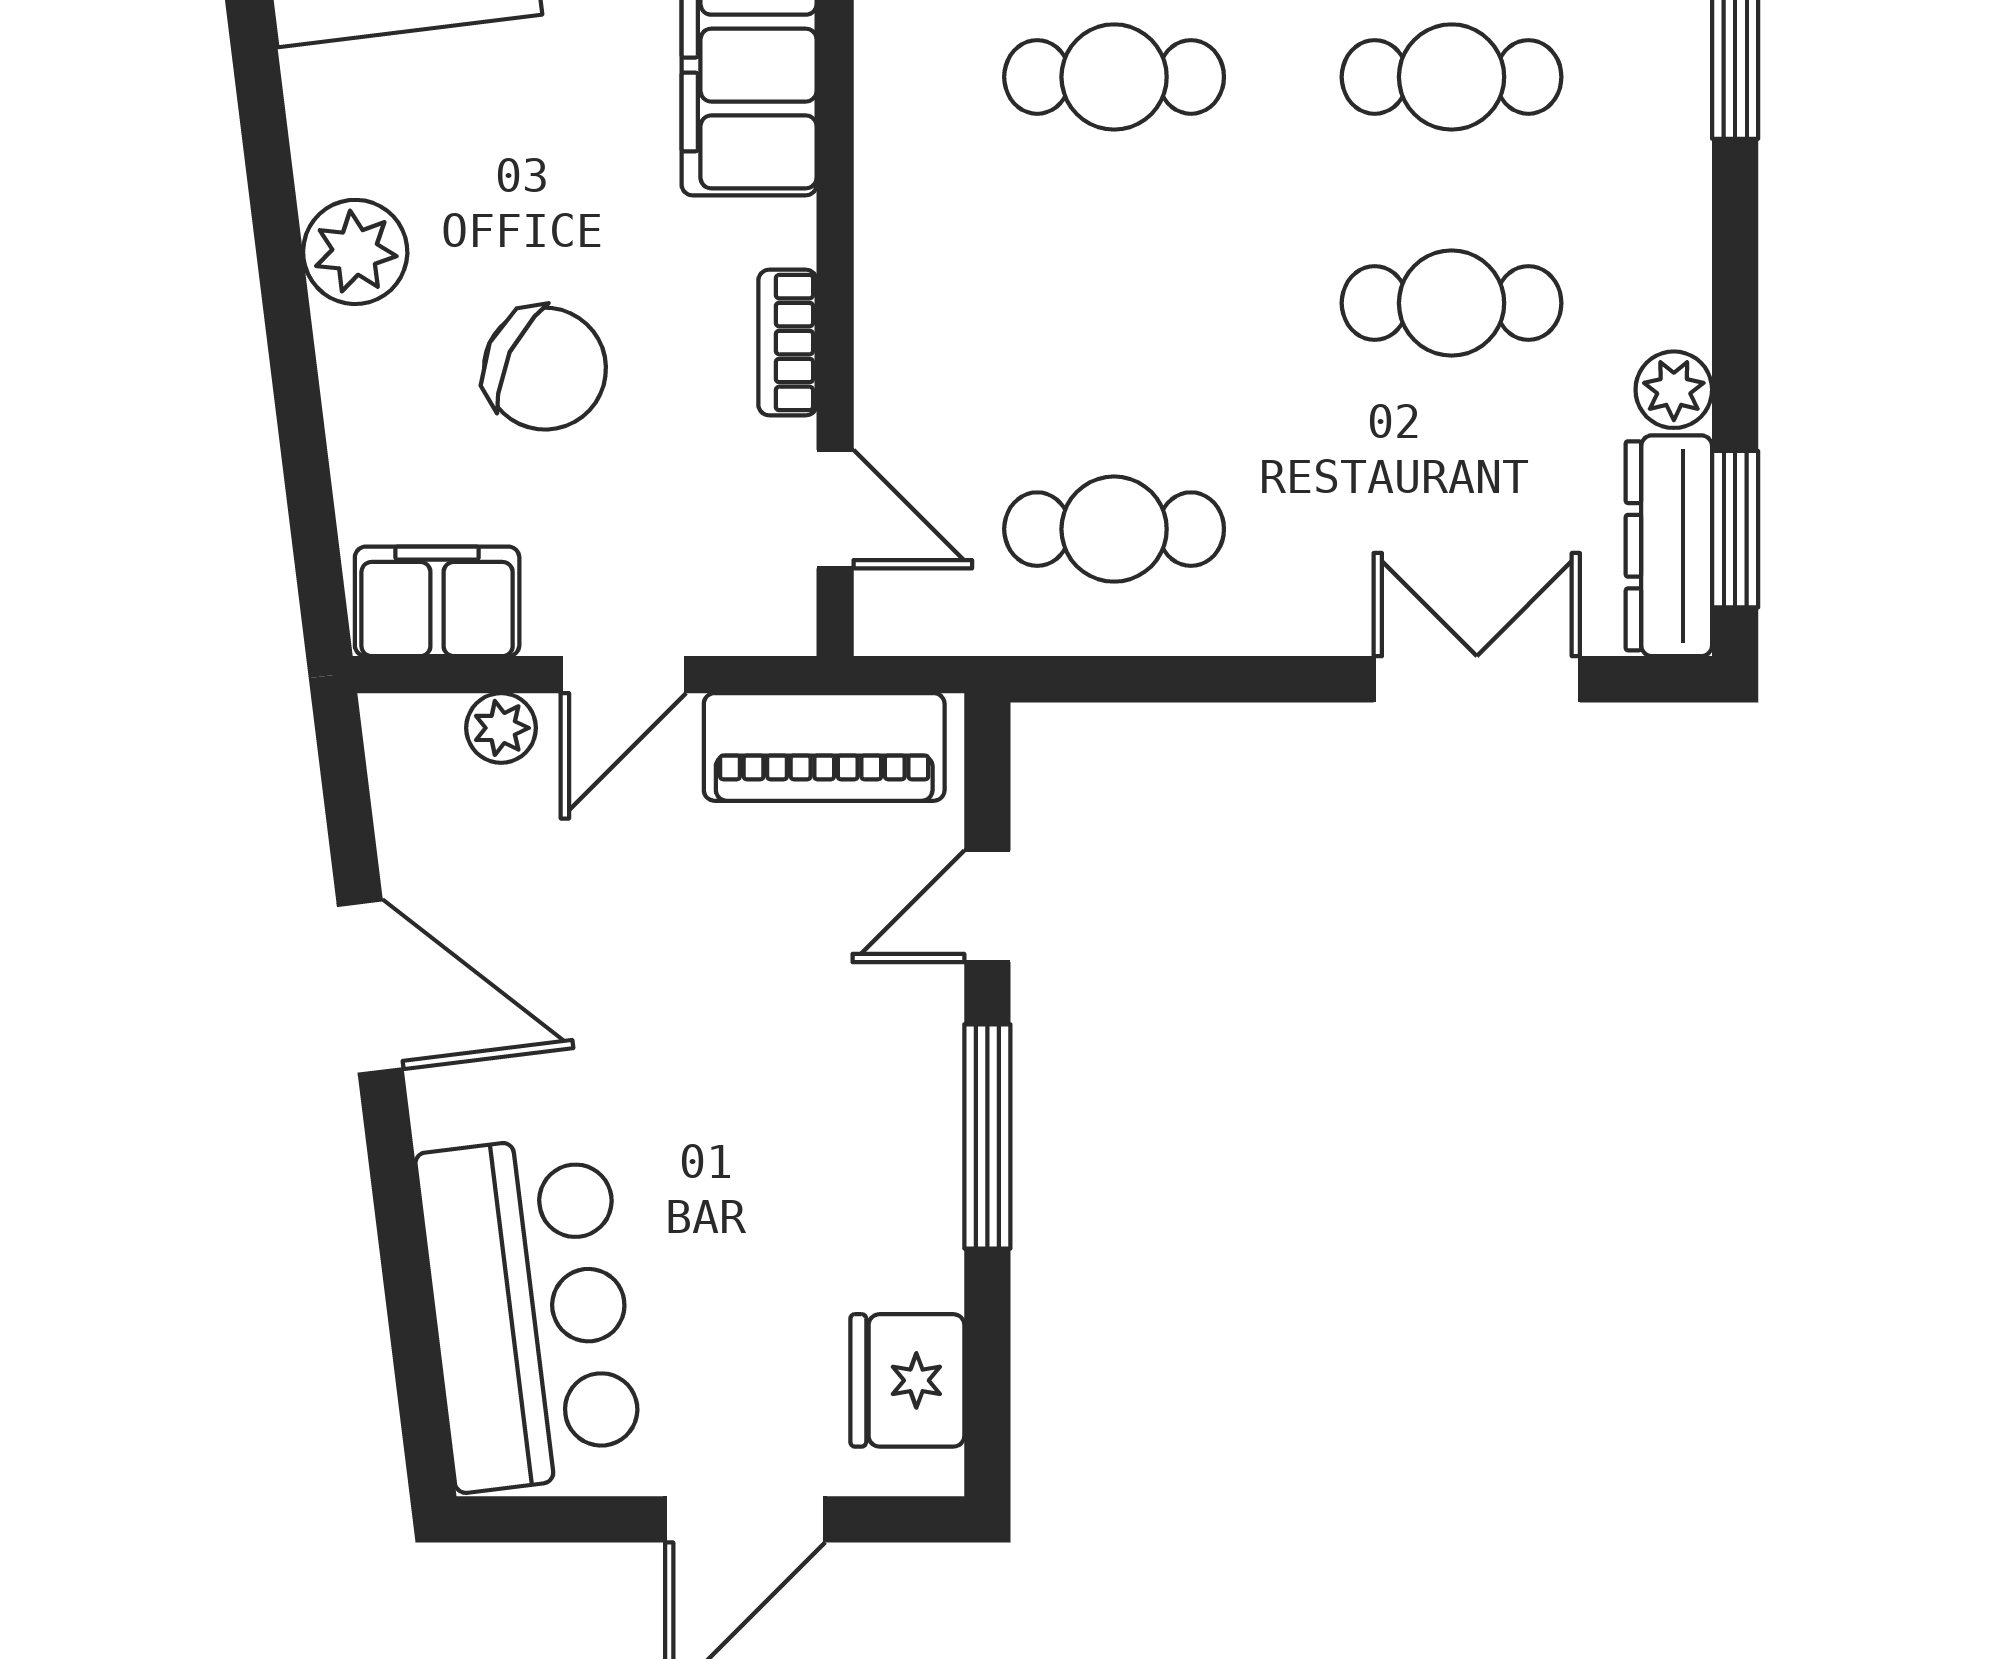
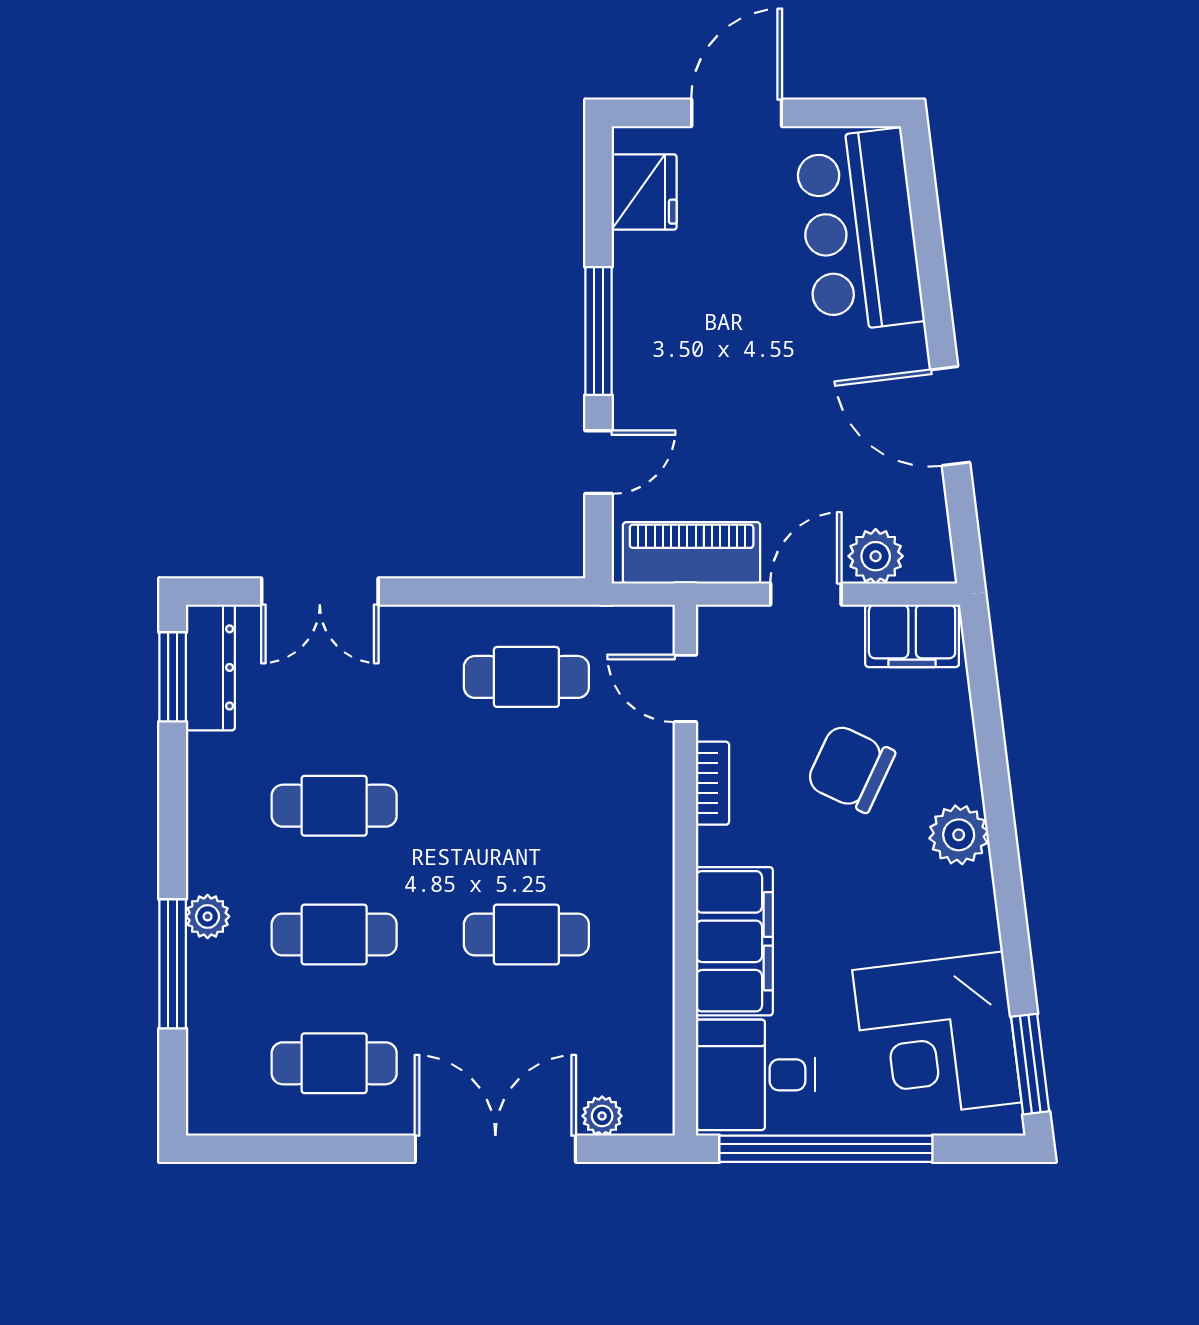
plant: (1674, 390) -> (208, 916), moved
plant: (501, 728) -> (876, 556), width x1.38, depth x1.38

